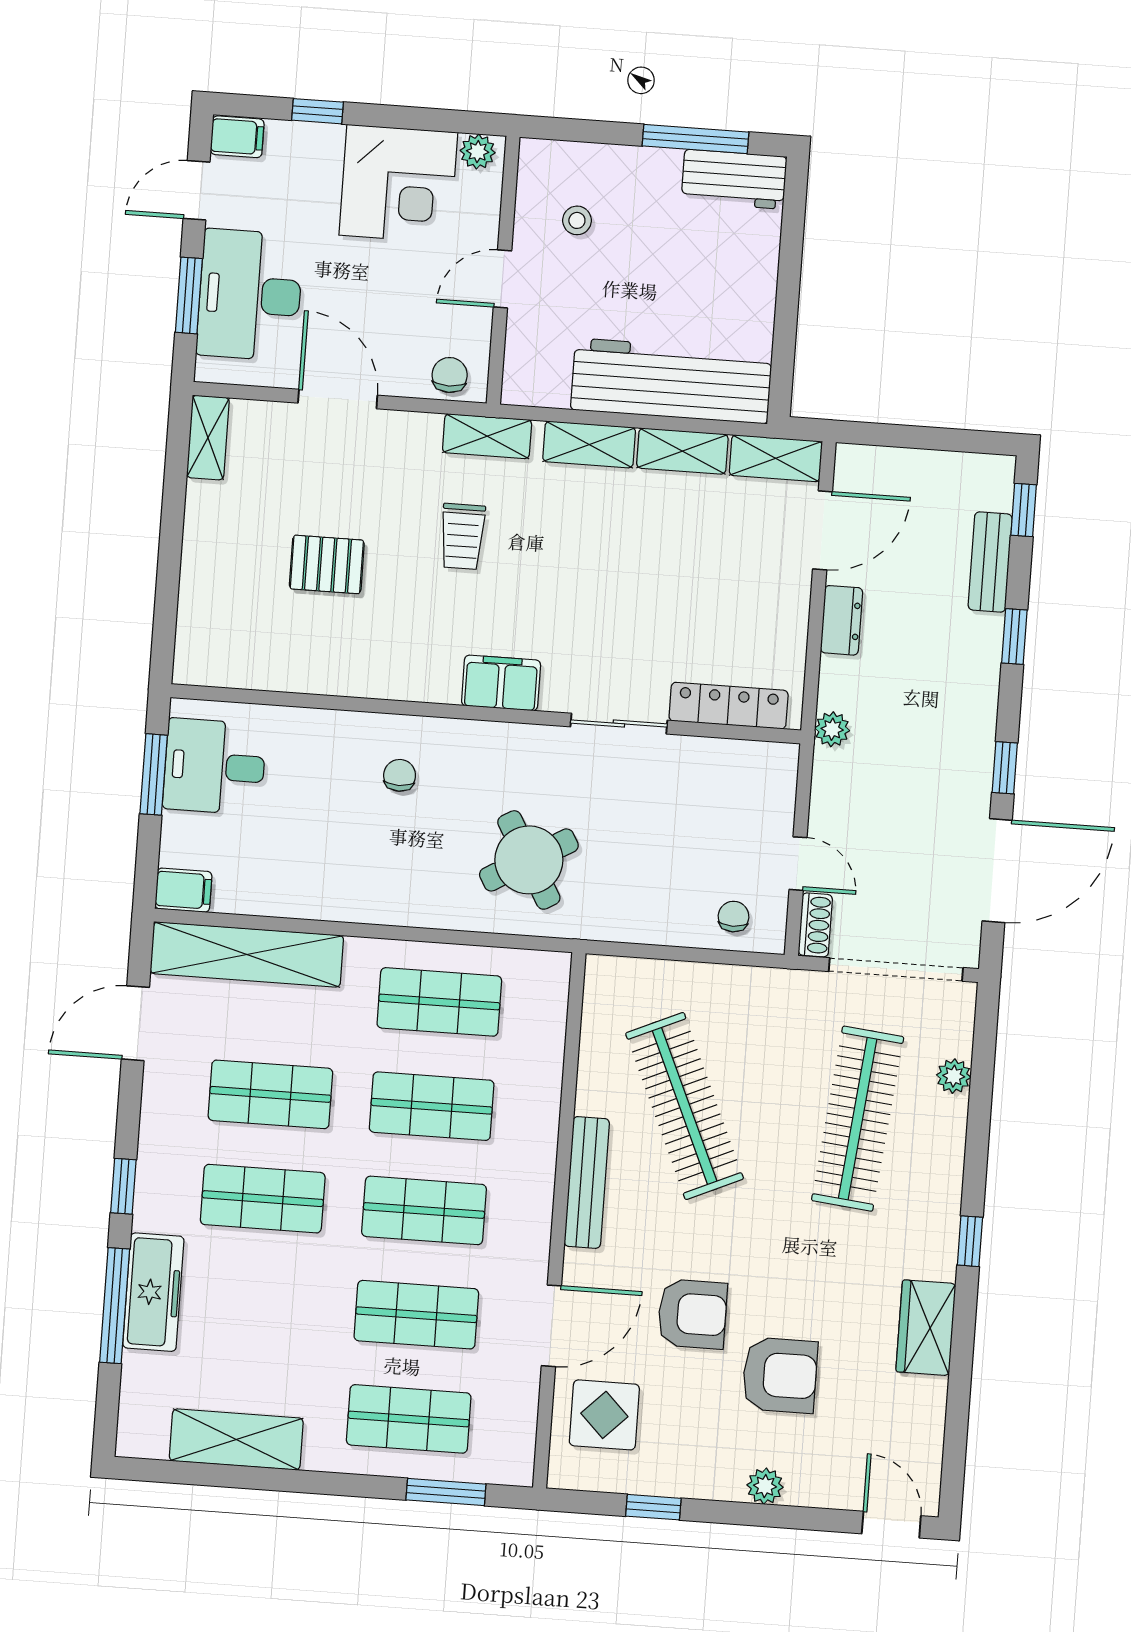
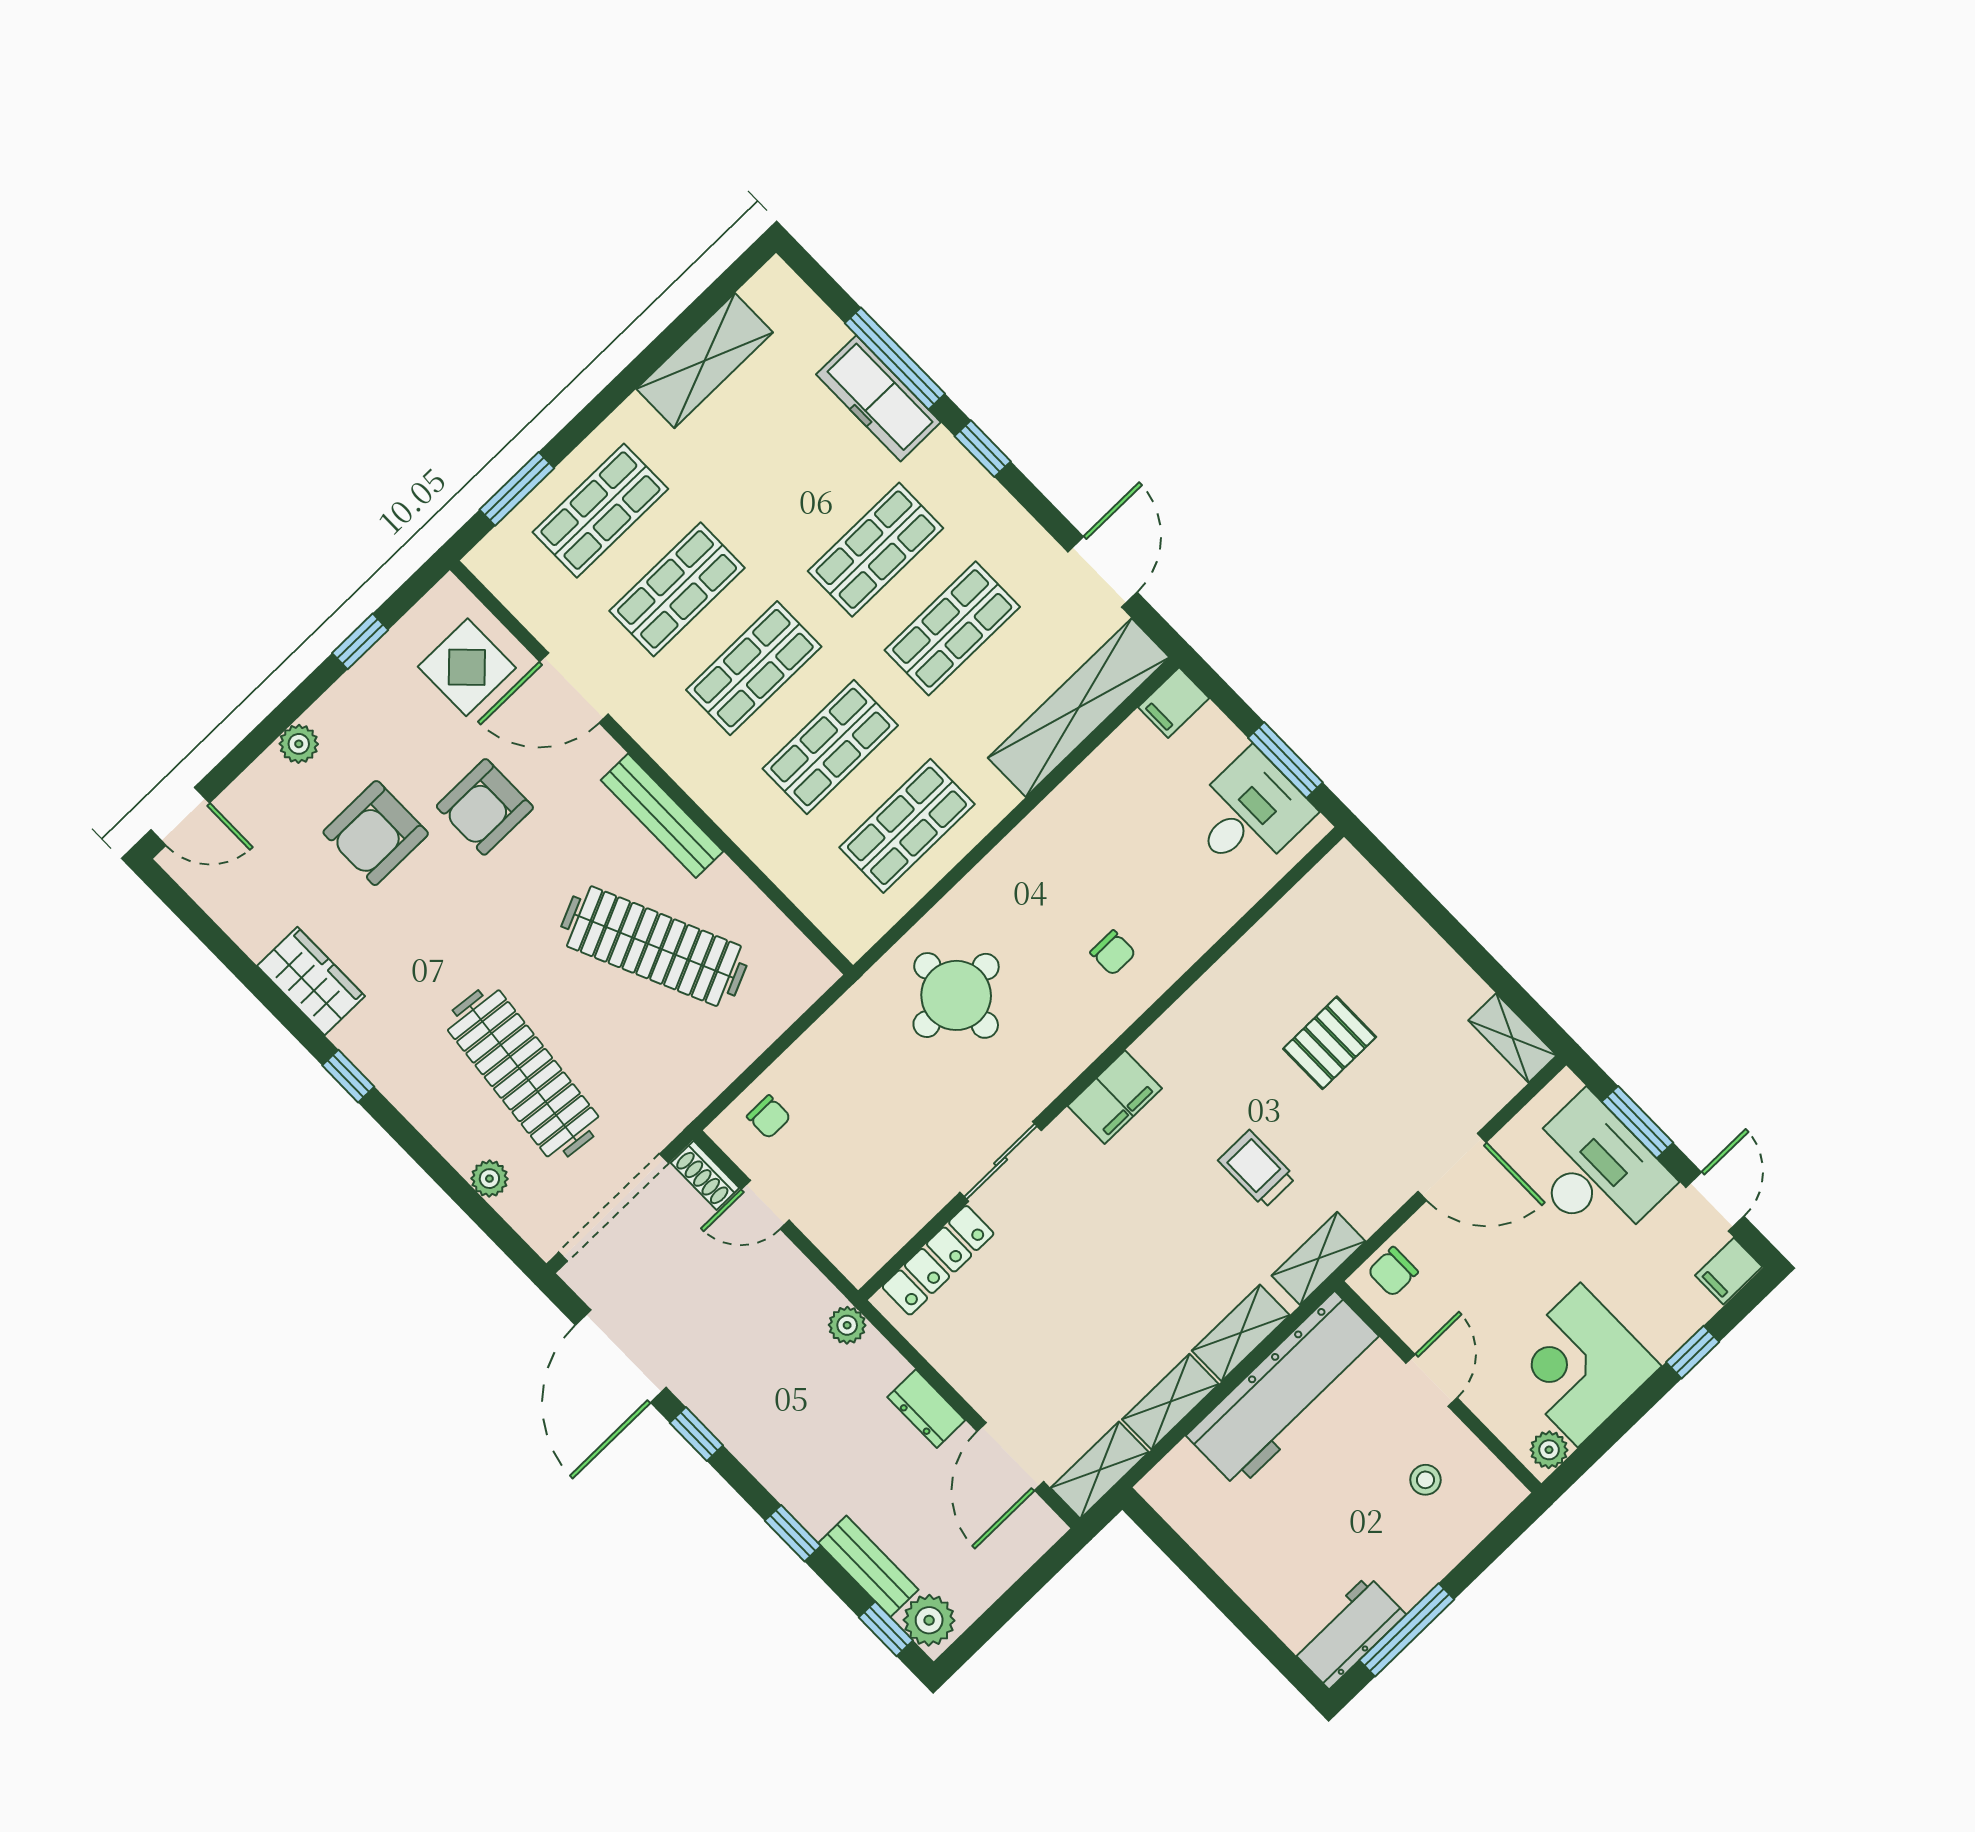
chair: (450, 375) -> (1393, 1272), turned 90
workbench: (671, 381) -> (1287, 1390), moved
plant: (990, 485) -> (929, 1620), added
round table: (529, 860) -> (956, 995), turned 30
door: (551, 1326) -> (574, 688), hinge flipped

